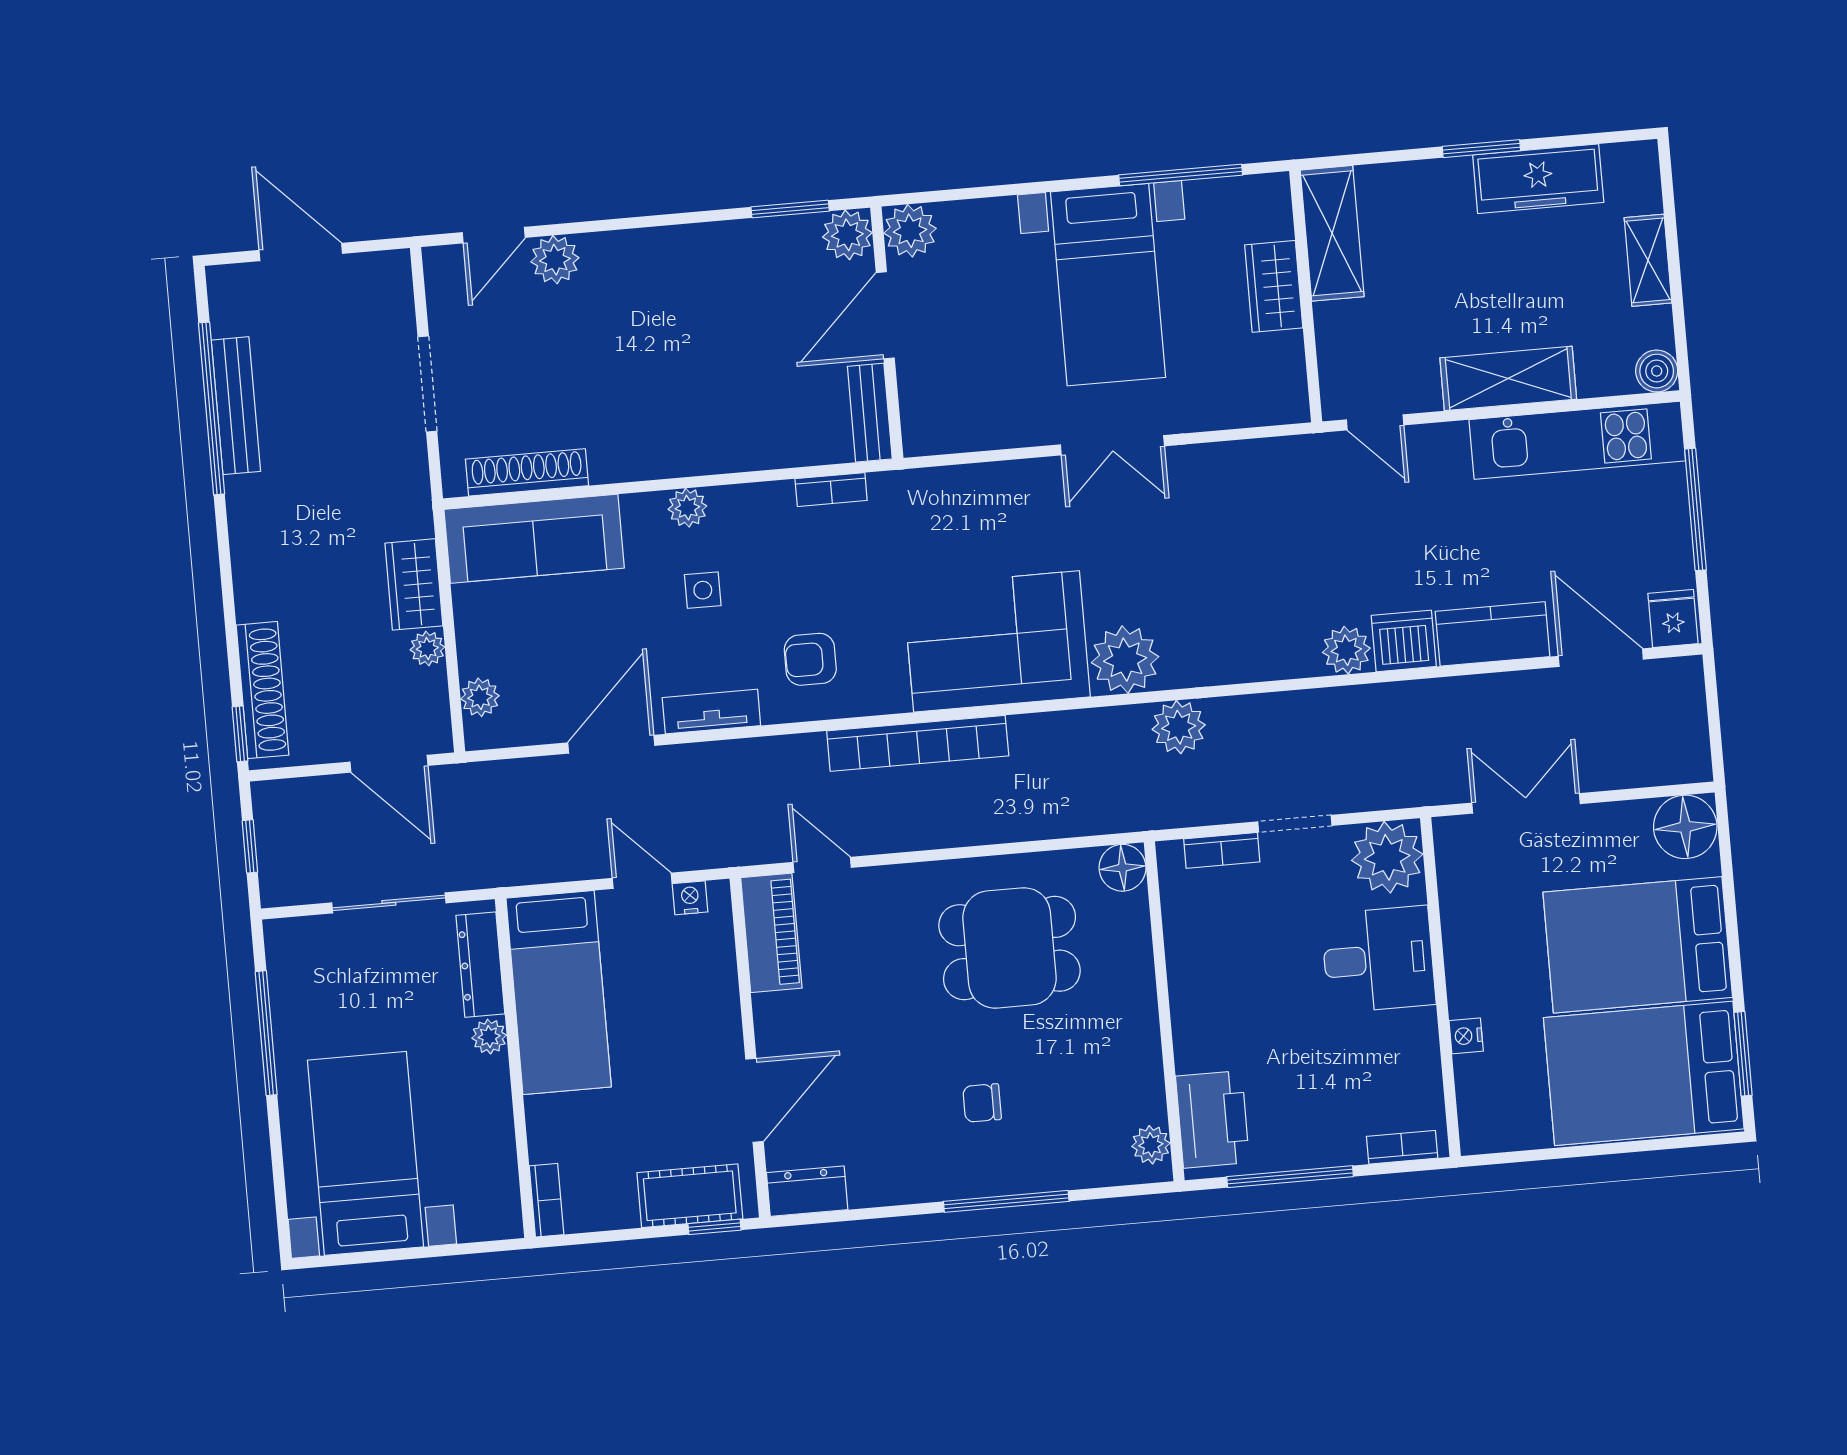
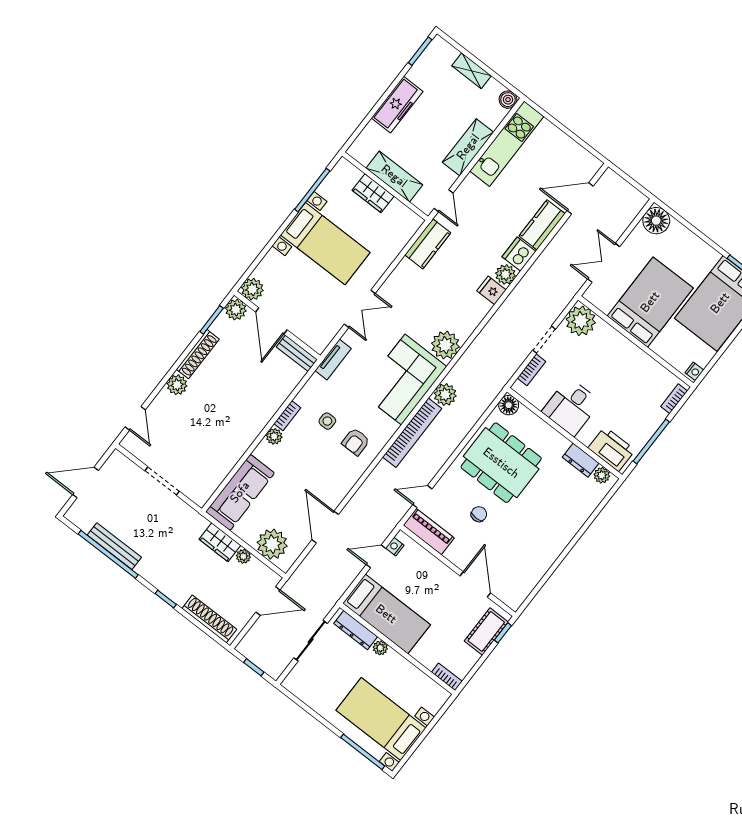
window: (1481, 149) -> (420, 51), moved
freezer: (1538, 179) -> (397, 105), moved
shelving: (1332, 233) -> (394, 176), moved
plant: (555, 260) -> (177, 385), moved
door: (1375, 422) -> (444, 201), hinge flipped
double door: (1112, 445) -> (360, 309), moved
kitchen counter: (1274, 464) -> (428, 244), added
shoe rack: (527, 472) -> (198, 354), moved, turned 180
bookcase: (831, 490) -> (287, 416), moved
window: (1695, 509) -> (562, 127), removed
side table: (703, 590) -> (327, 421), moved
fridge: (1673, 618) -> (491, 290), moved
plant: (480, 697) -> (272, 544), width x1.87, depth x1.87
tv unit: (711, 712) -> (333, 360), moved, turned 180
plant: (1179, 727) -> (445, 395), moved
window: (240, 734) -> (166, 599), moved
bed: (1638, 945) -> (650, 302), moved, turned 180
dining table: (1009, 948) -> (501, 463), width x1.37
desk: (1378, 959) -> (571, 407), moved, turned 180
window: (266, 1033) -> (363, 752), moved
nightstand: (1466, 1036) -> (694, 371), moved, turned -90
chair: (982, 1103) -> (479, 514), moved, turned 180
dresser: (807, 1191) -> (581, 460), moved, turned -90
window: (1006, 1201) -> (578, 536), removed

